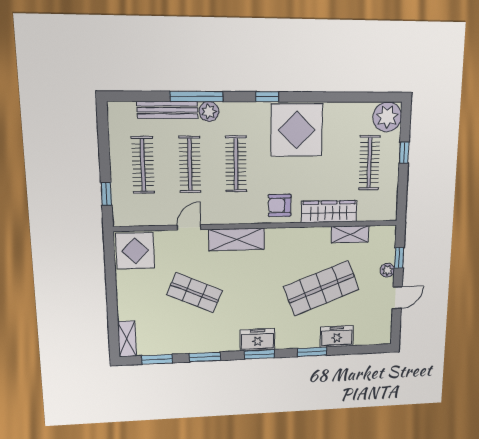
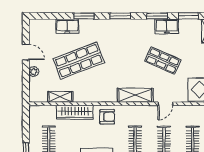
window: (399, 258) -> (26, 80), removed
door: (397, 298) -> (26, 52), swing flipped
freezer: (258, 340) -> (167, 26), moved

